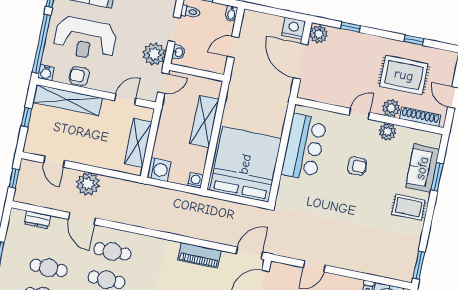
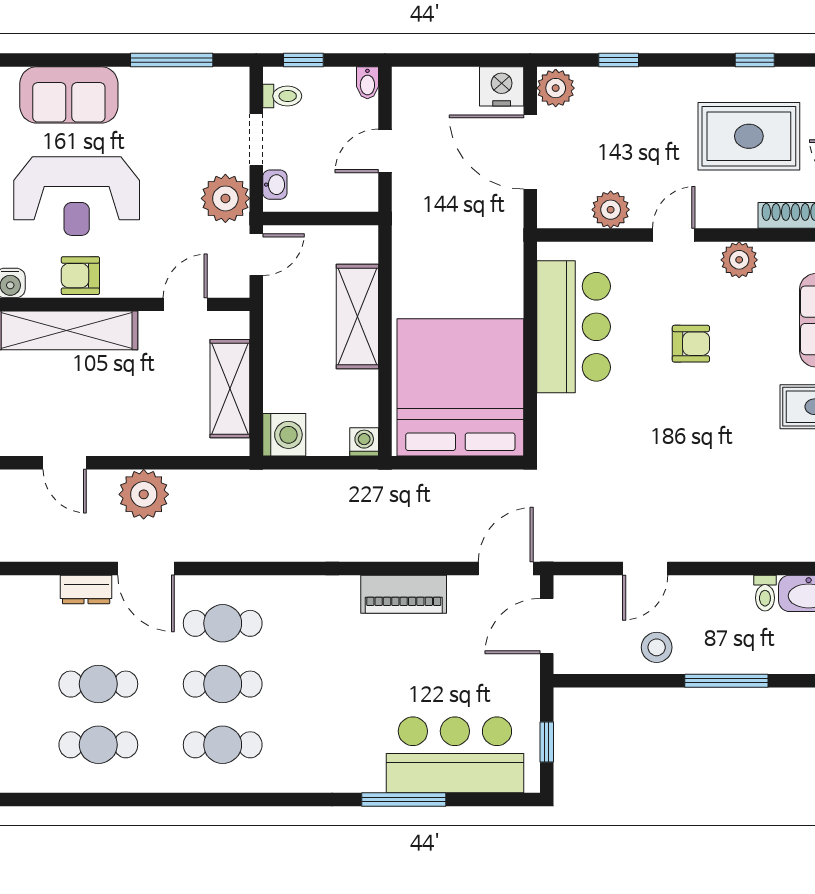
plant: (391, 108) -> (611, 210), moved
dresser: (37, 220) -> (86, 589), moved

